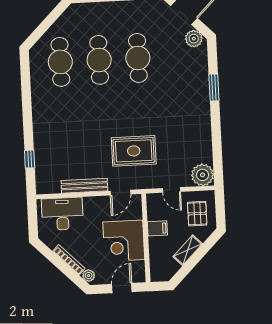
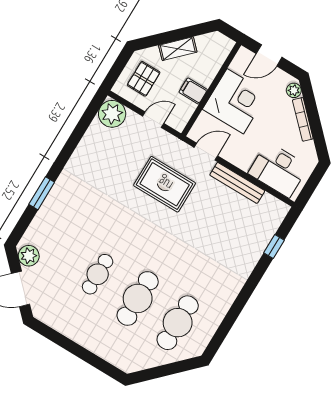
cafe table: (138, 58) -> (98, 274), width x0.73, depth x0.74
door: (171, 190) -> (153, 120), hinge flipped

